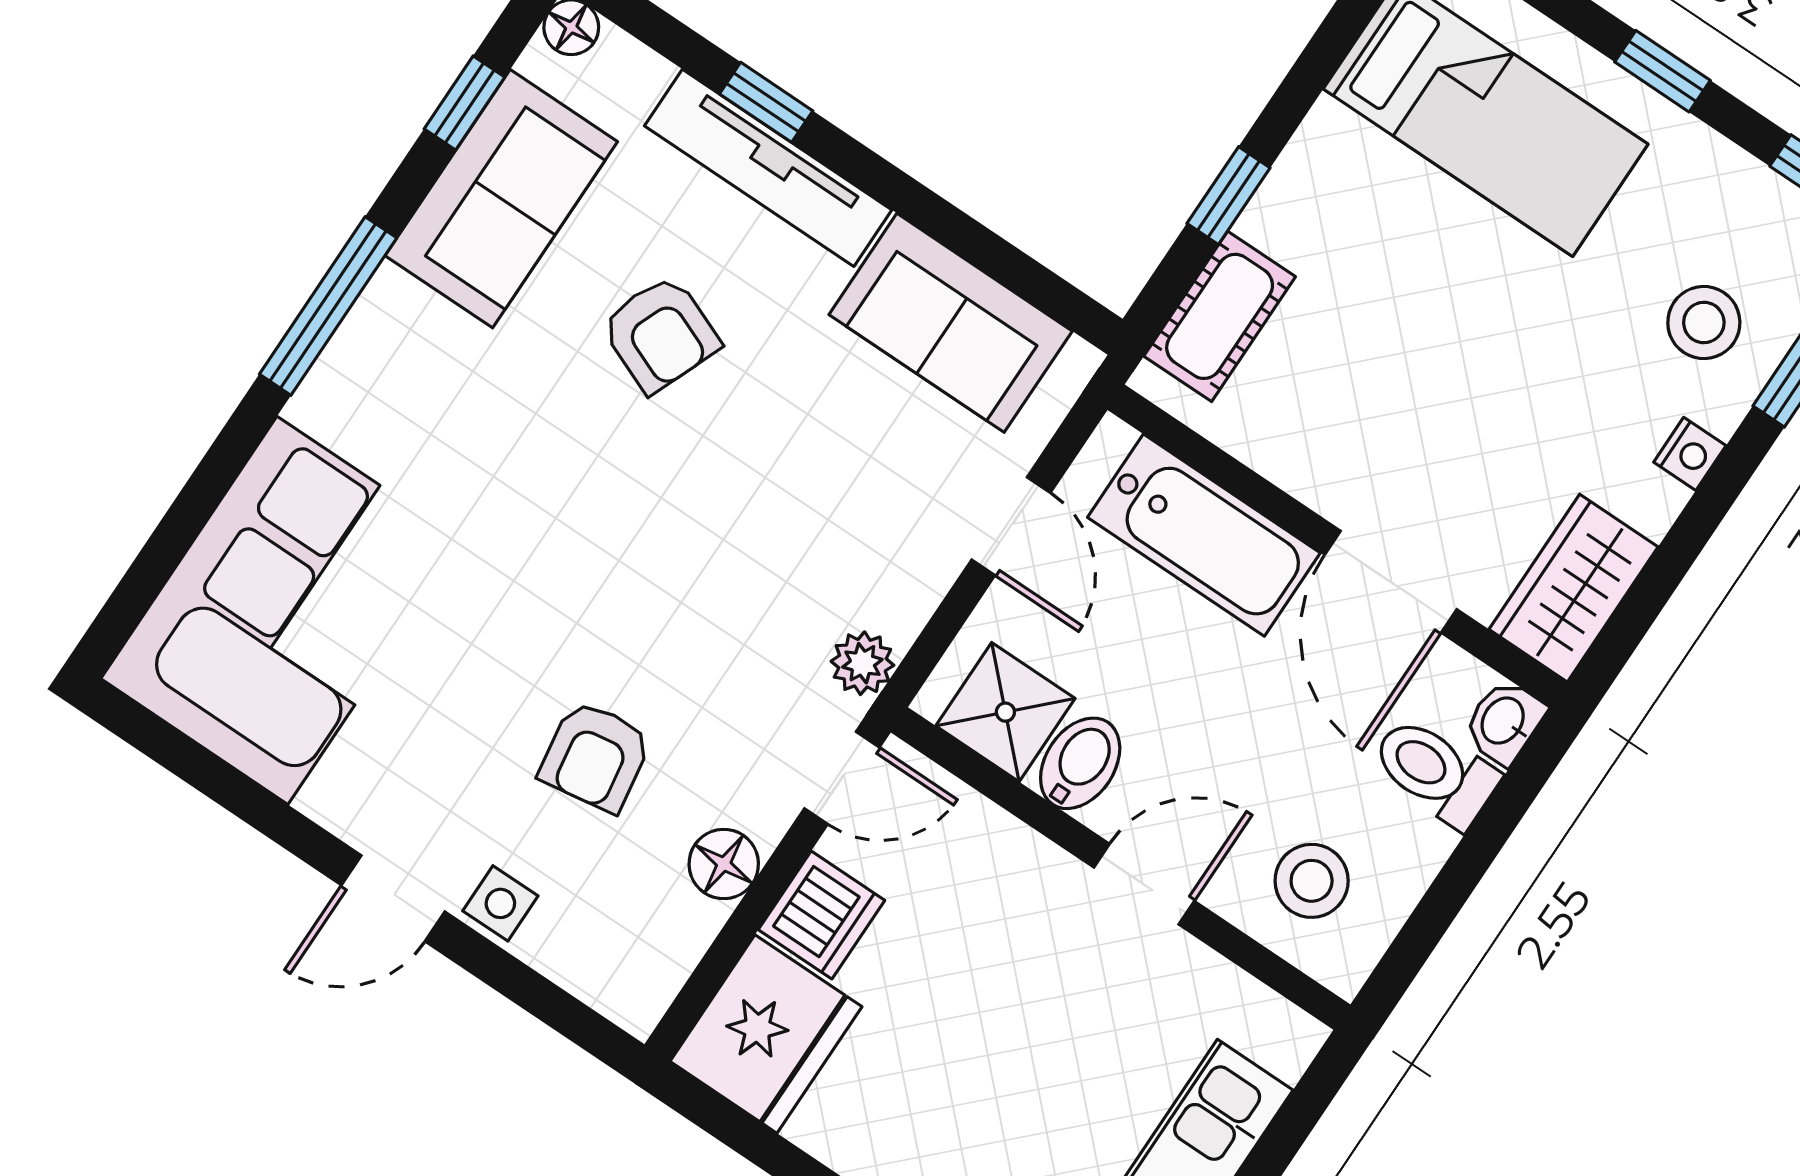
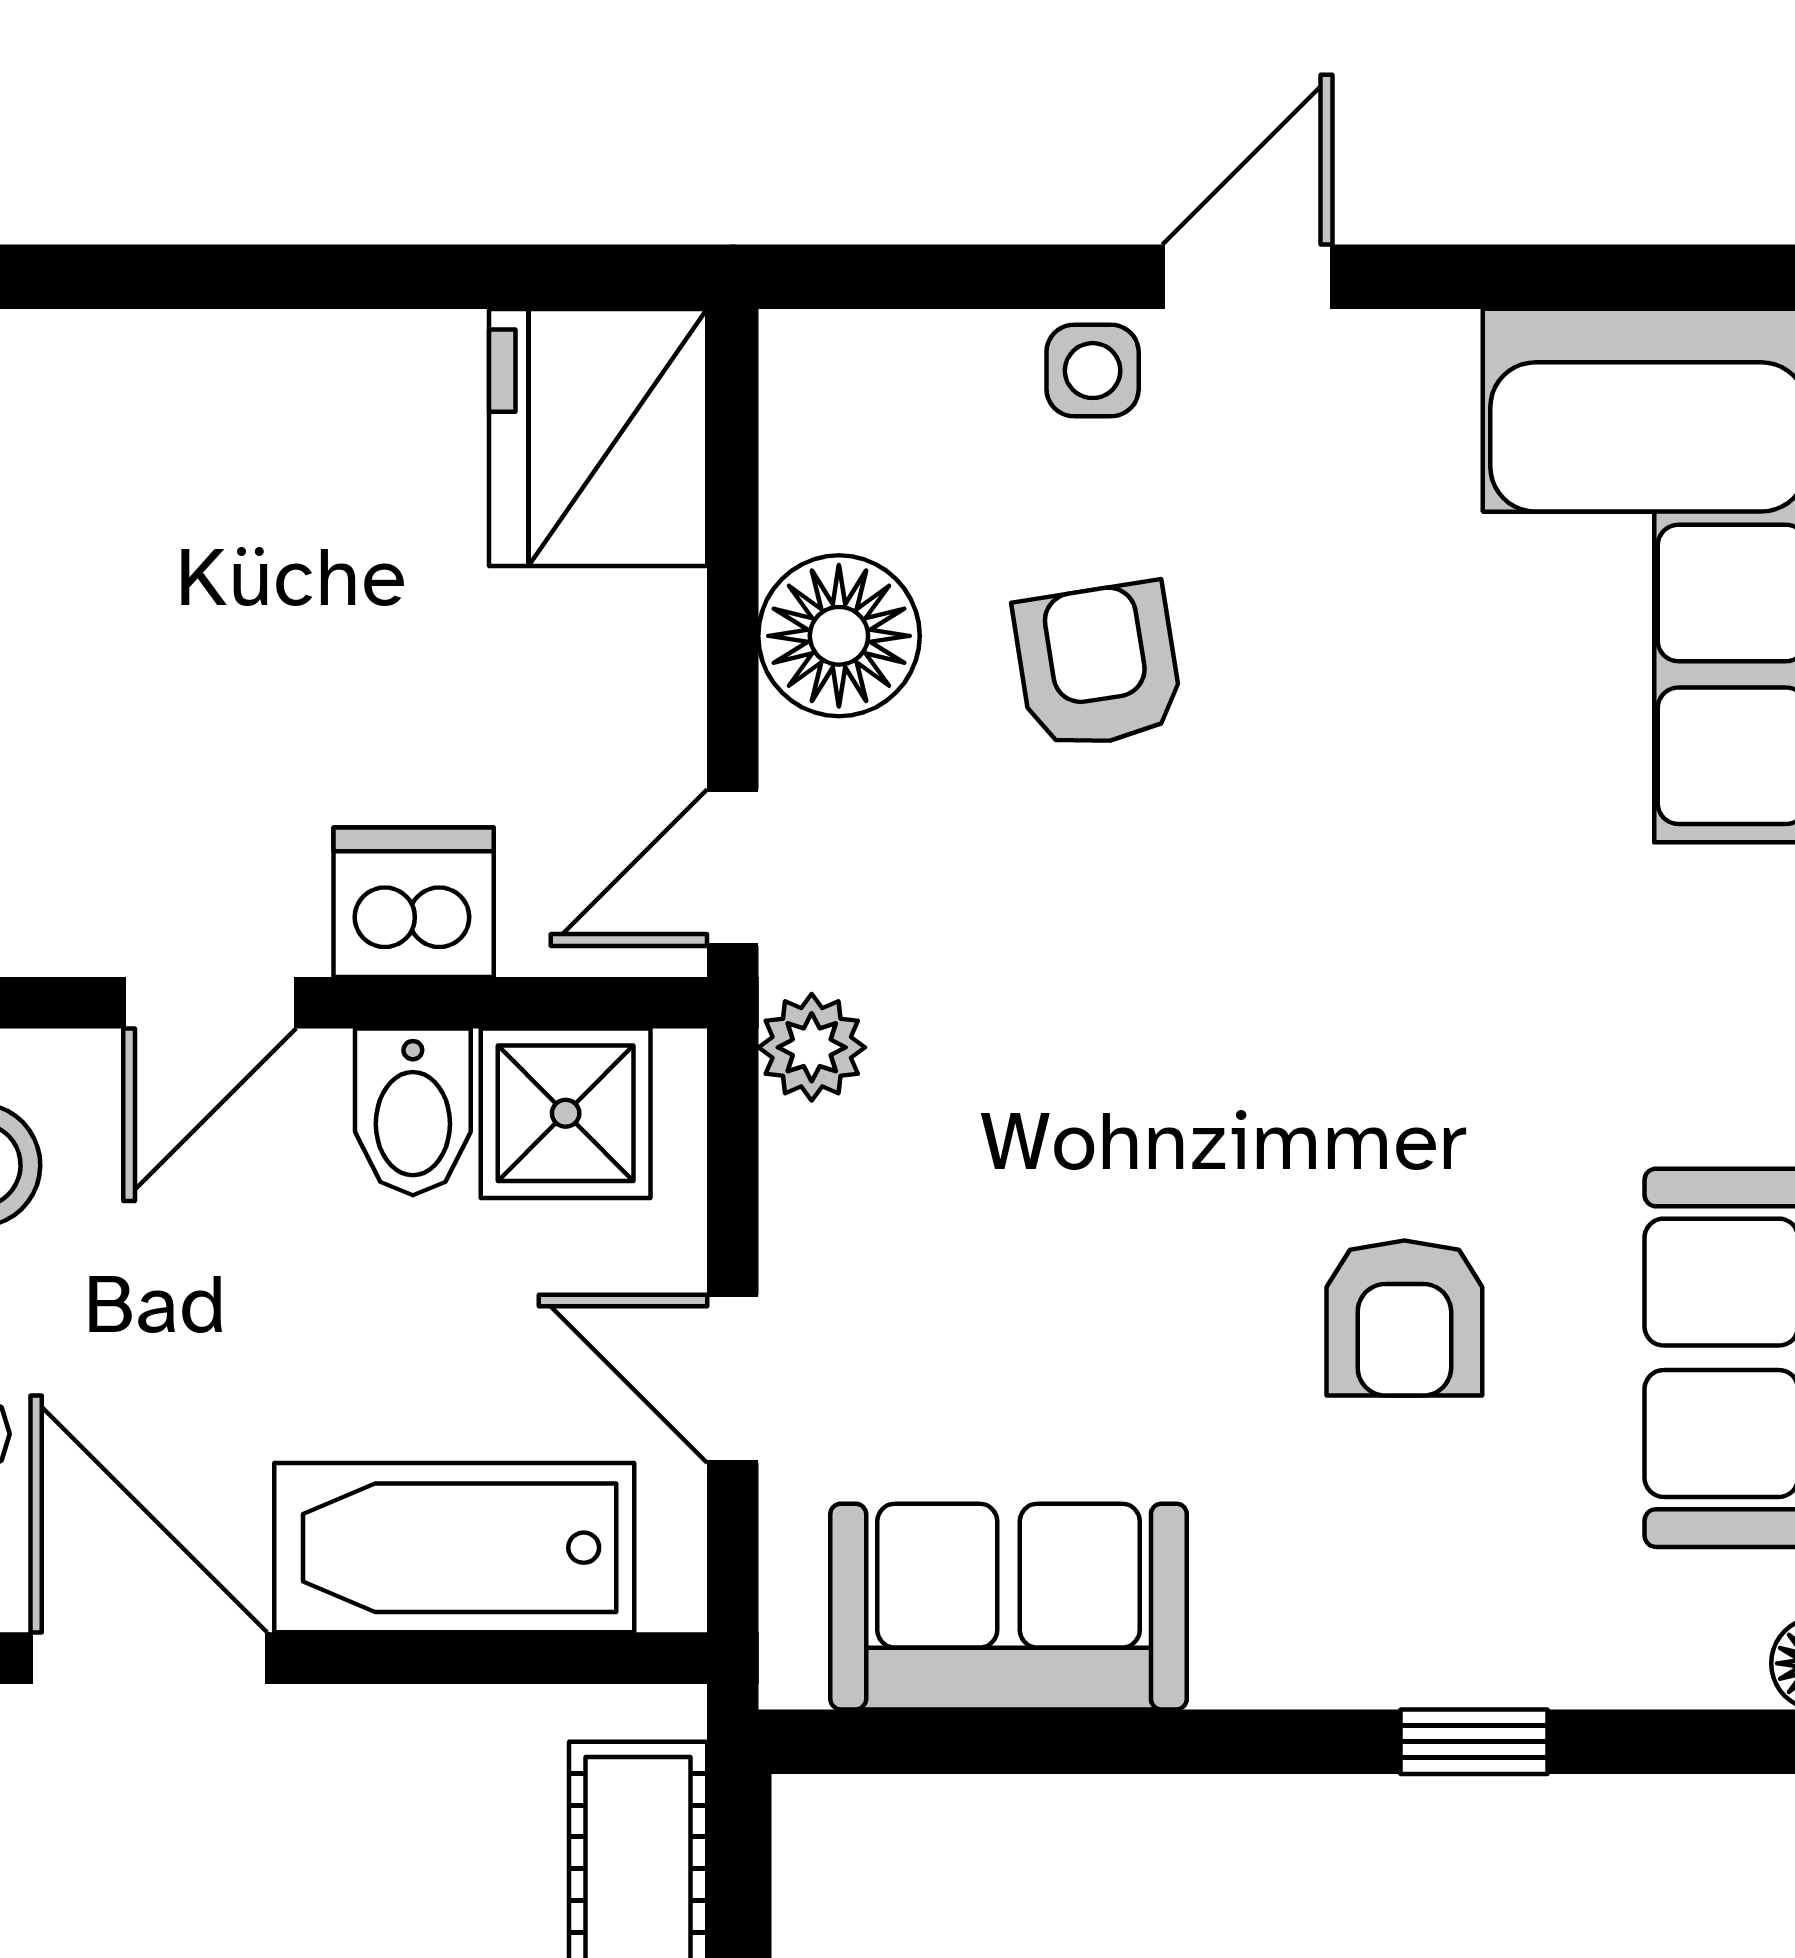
tv unit: (768, 168) -> (1410, 1652), removed
armchair: (660, 334) -> (1404, 1318), turned -112
floor lamp: (724, 864) -> (839, 636), width x1.38, depth x1.38
dishwasher: (822, 915) -> (414, 902), moved, turned 90

